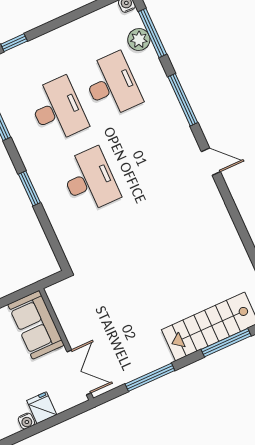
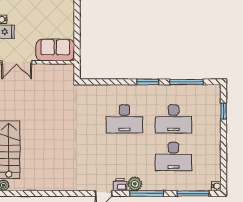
plant: (139, 39) -> (135, 184), moved
printer: (187, 143) -> (120, 185), added
window: (29, 188) -> (148, 82), moved

